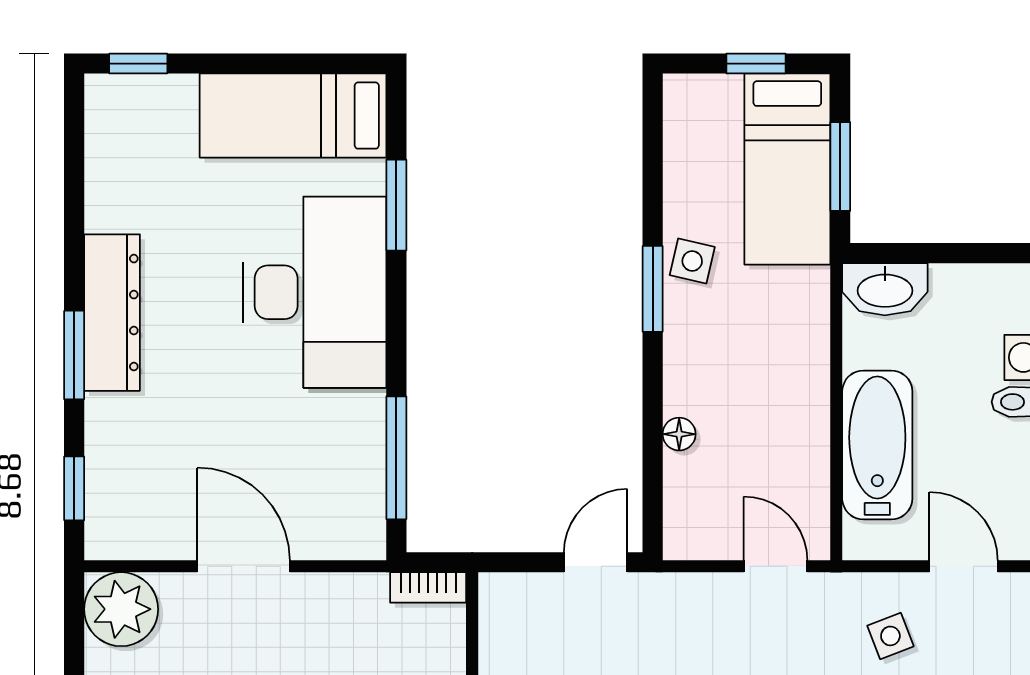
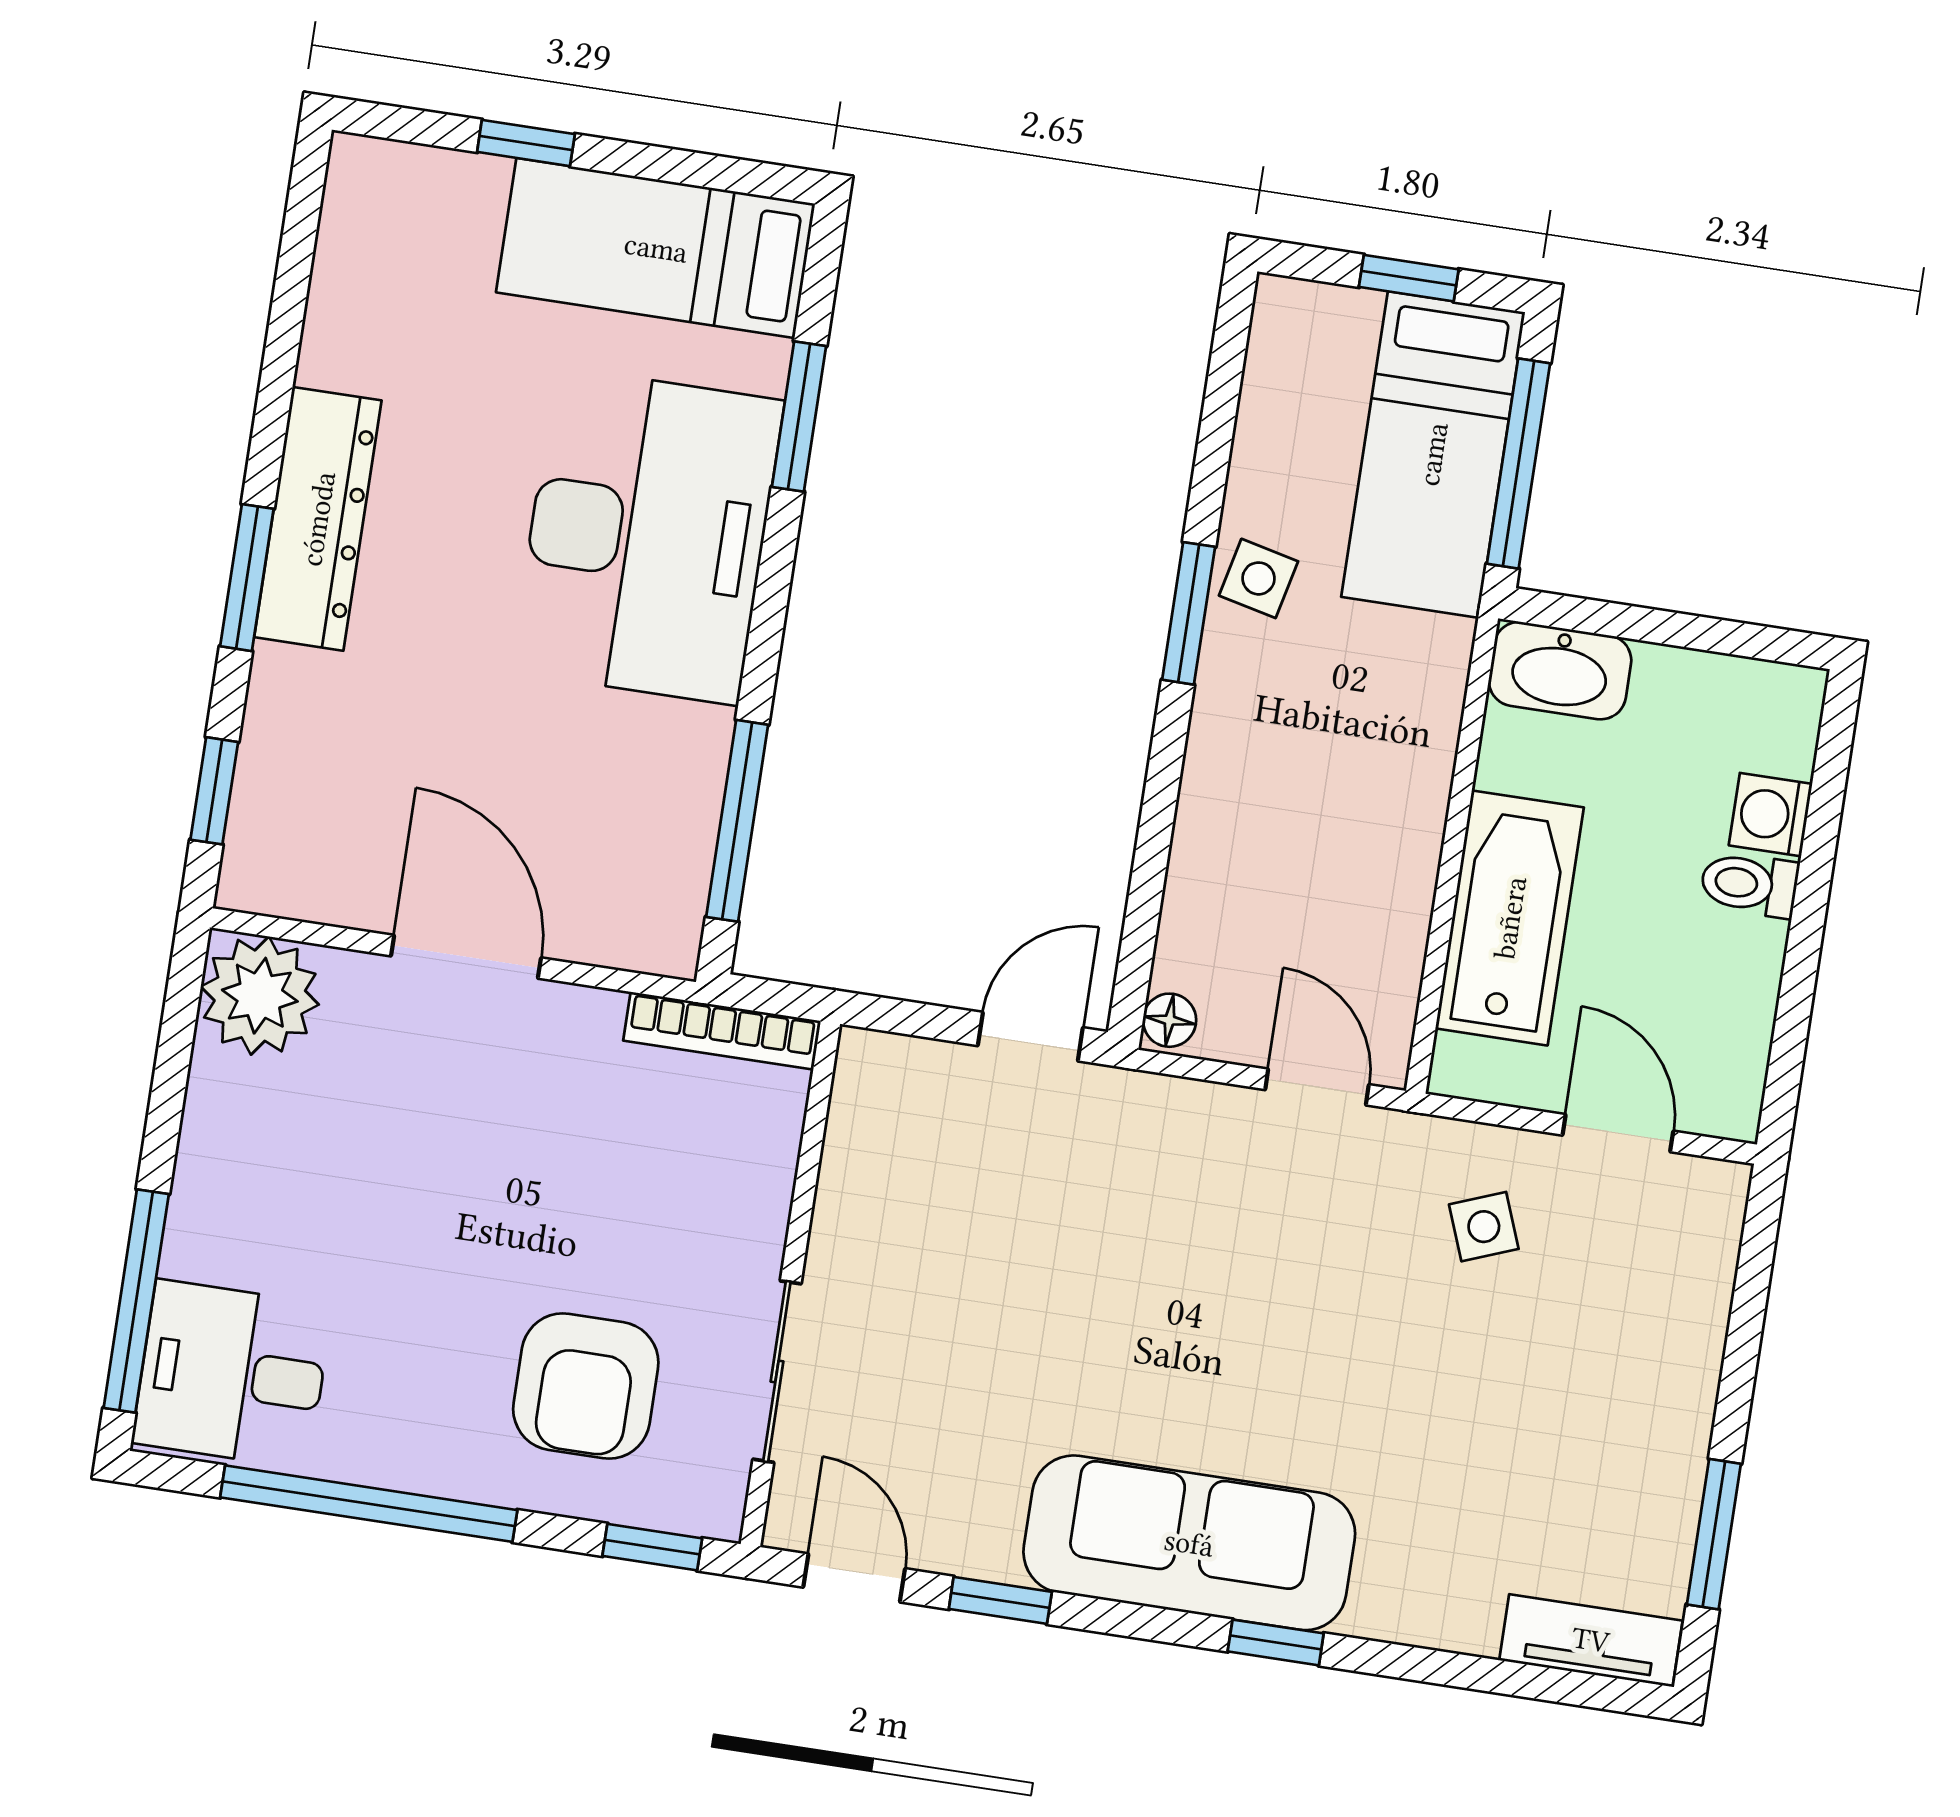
window: (138, 64) -> (526, 143), moved
window: (840, 166) -> (1518, 463), width x1.44
floor lamp: (679, 434) -> (1170, 1020), moved
bookcase: (428, 587) -> (722, 1031), width x1.56

